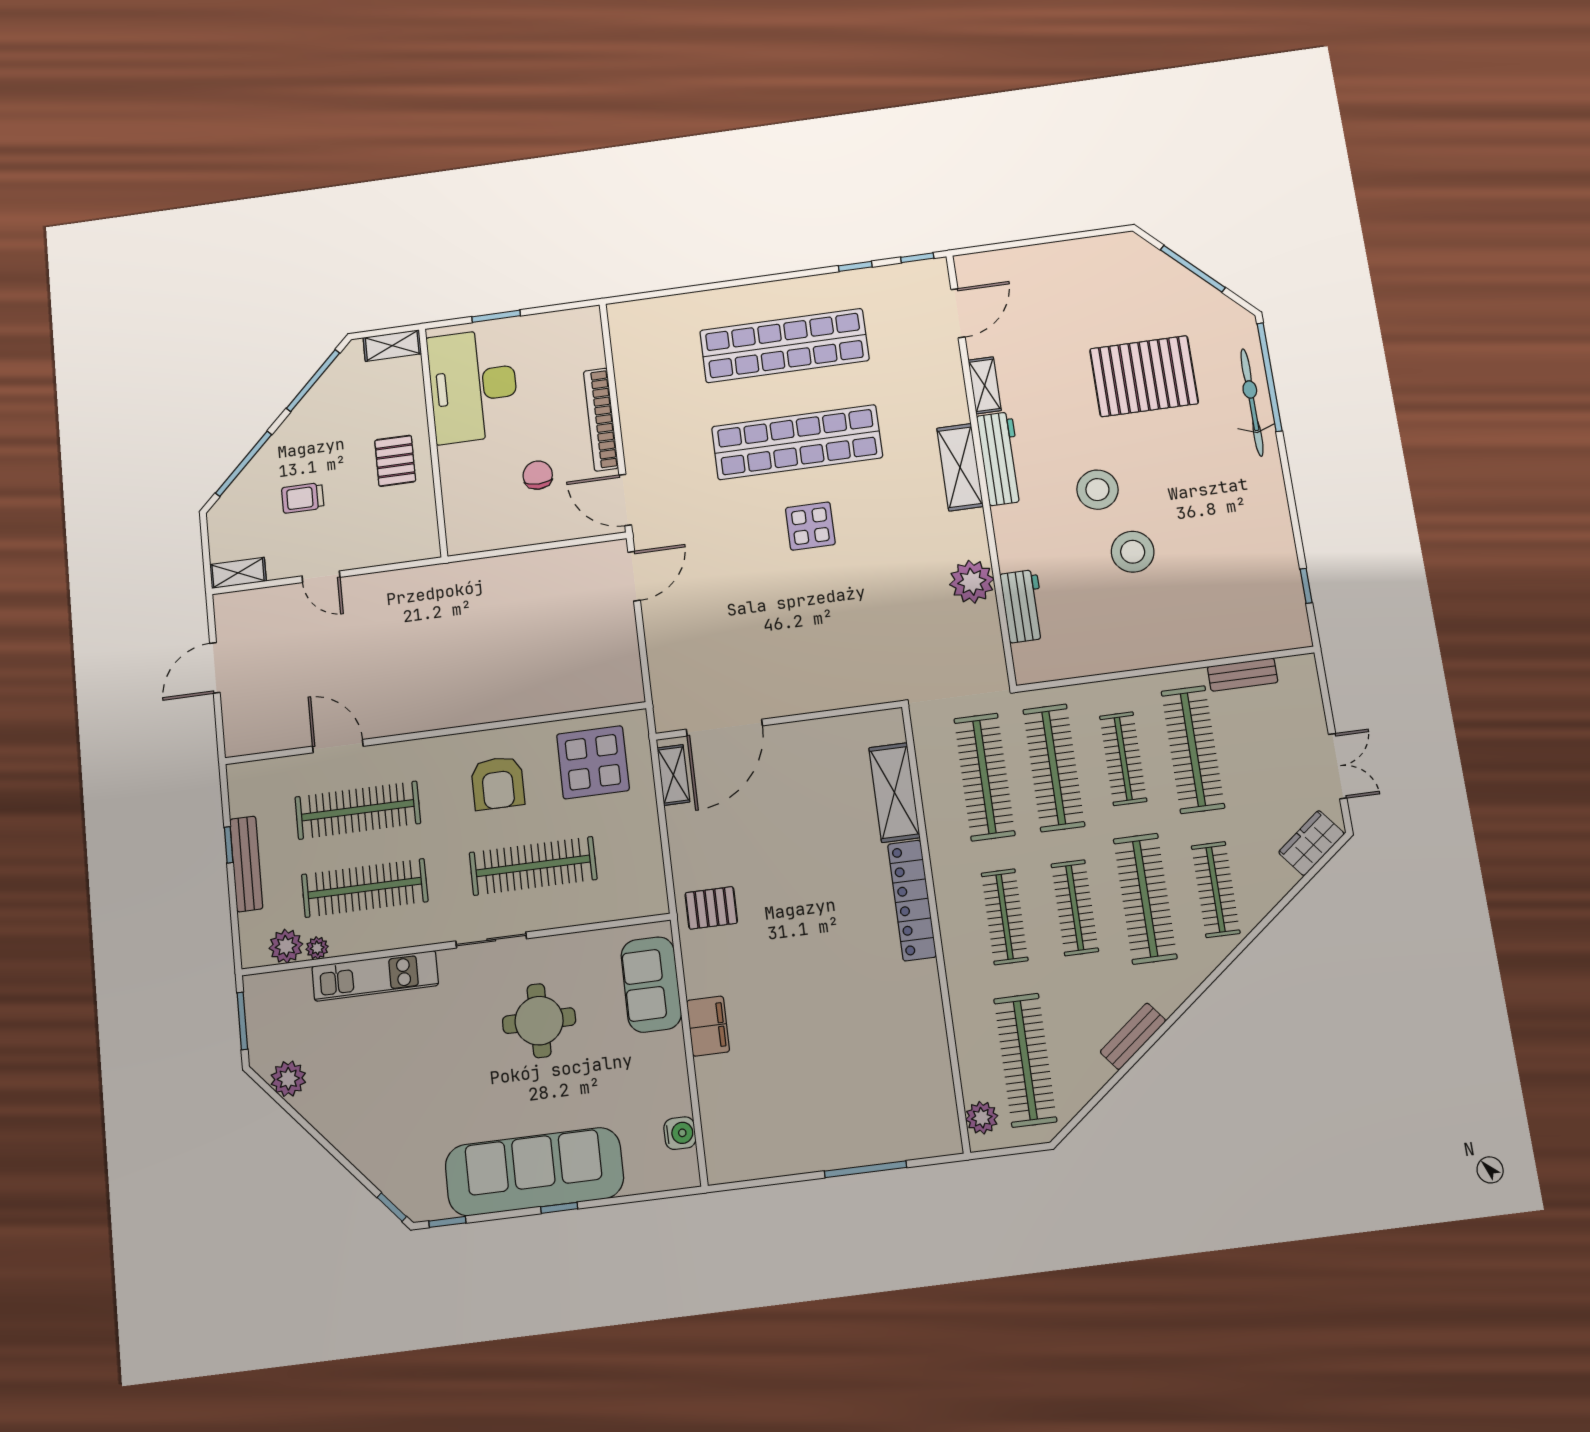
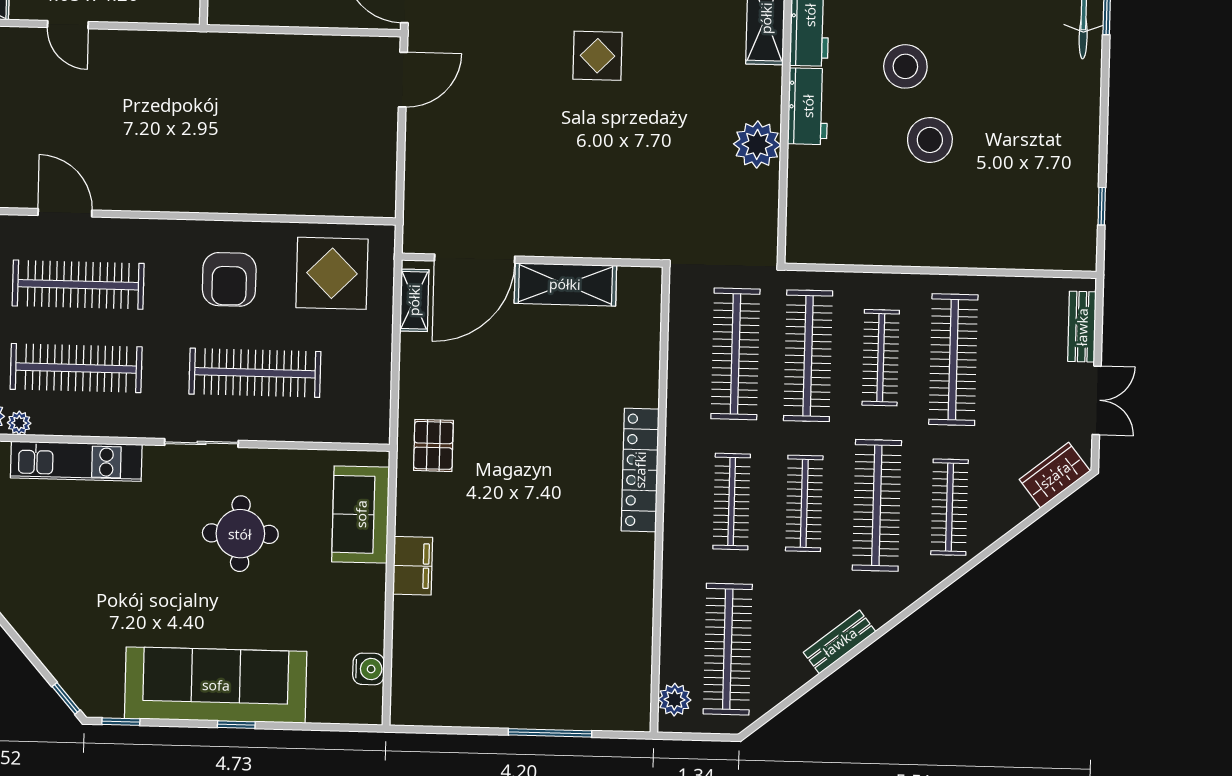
workbench: (1023, 606) -> (808, 106), moved
bench: (1243, 675) -> (1082, 327), moved, turned 90
shelving: (894, 792) -> (565, 284), moved, turned 90
pallet: (711, 908) -> (433, 445), turned 90

